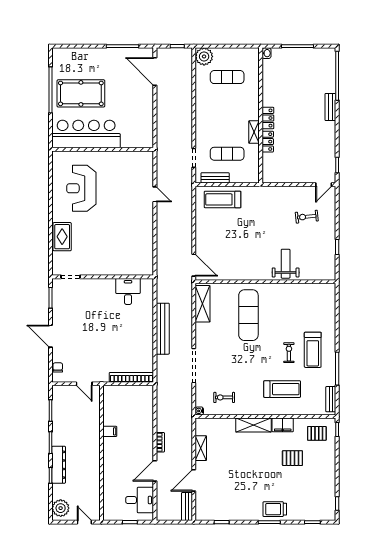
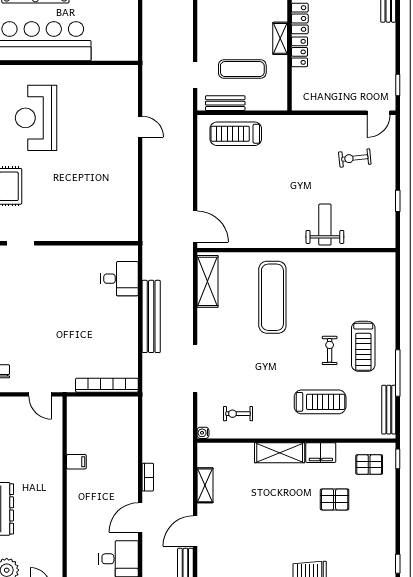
desk: (128, 291) -> (120, 279), moved, turned 90
bench: (331, 399) -> (389, 410), width x1.36

